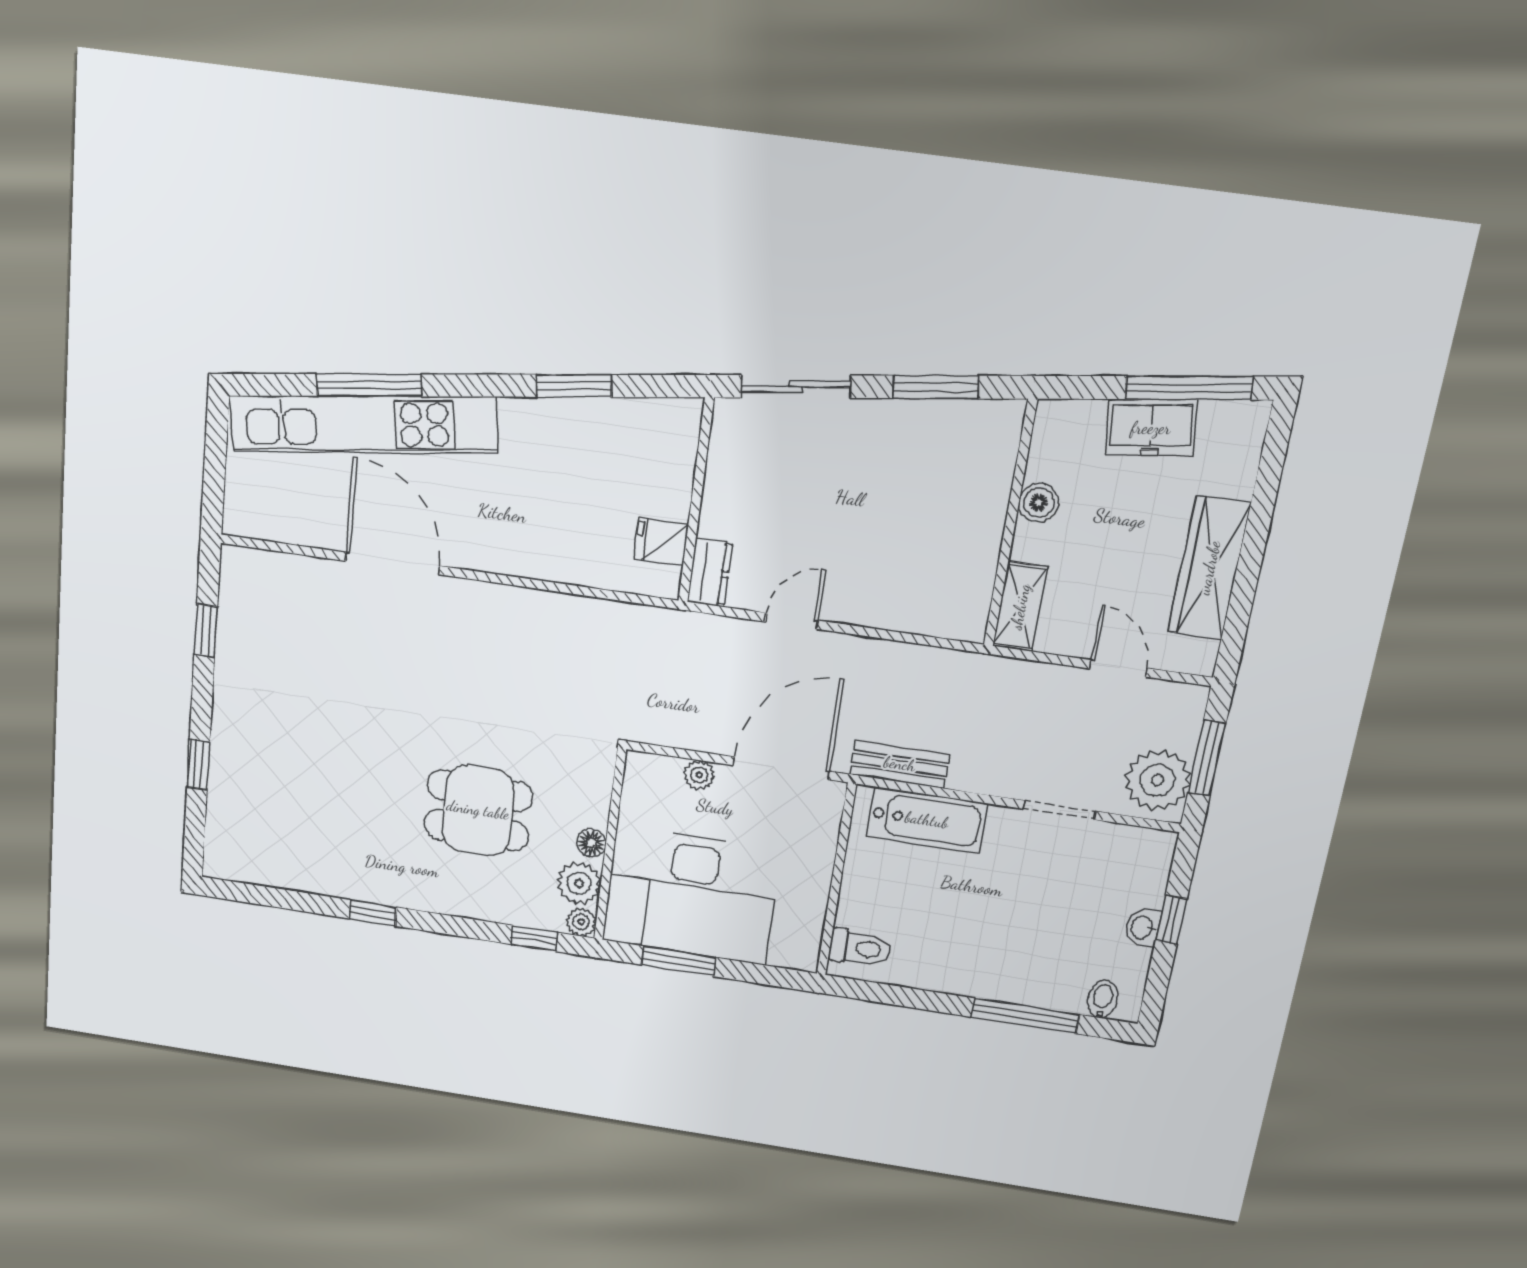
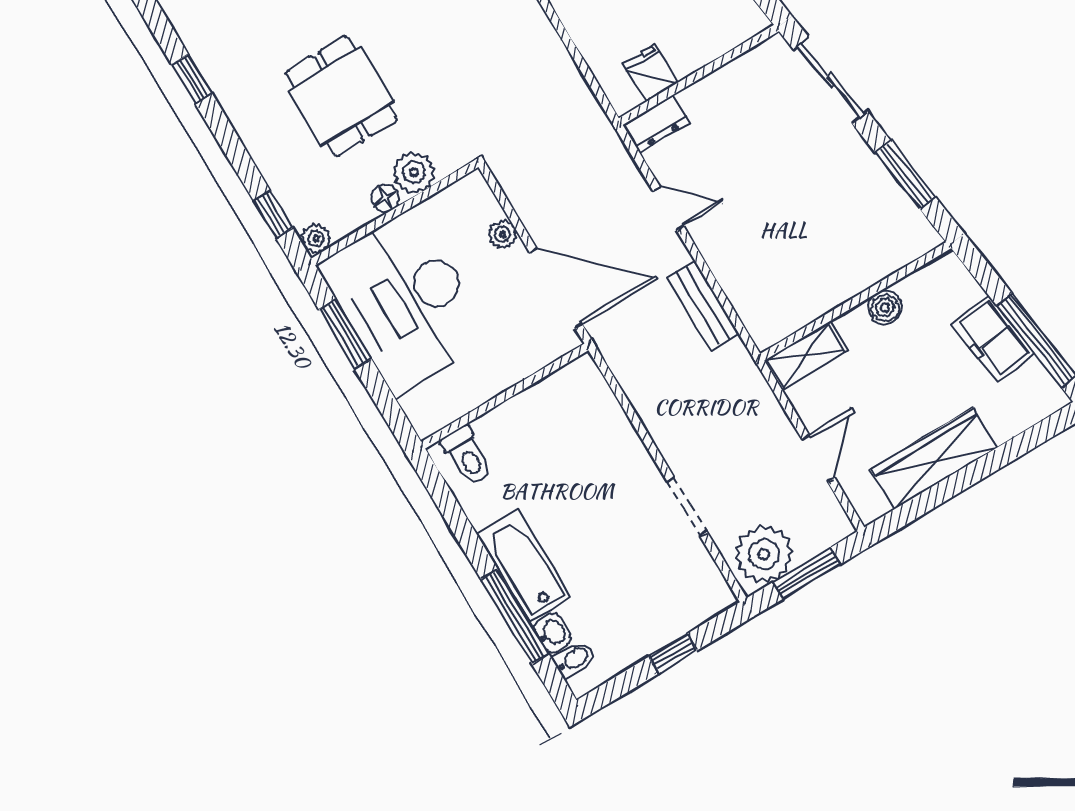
bench: (900, 764) -> (703, 305), moved
bathtub: (927, 820) -> (524, 566), moved, turned 180
plant: (579, 883) -> (414, 172), moved
washbasin: (1143, 927) -> (553, 633), moved, turned 90

